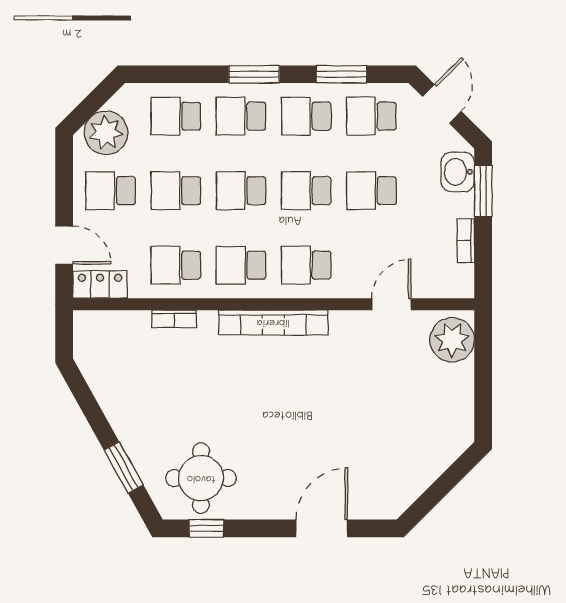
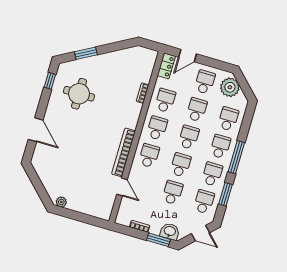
window: (254, 74) -> (236, 157), width x1.44
bookcase: (273, 322) -> (124, 152), moved
plant: (452, 340) -> (61, 202), moved, width x0.53, depth x0.53
round table: (201, 478) -> (79, 94), moved

